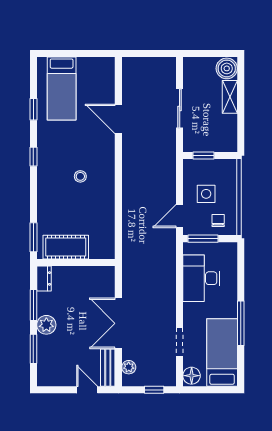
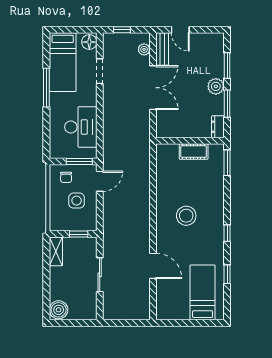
shelving: (230, 97) -> (56, 251), moved
stool: (80, 176) -> (186, 216), width x1.89, depth x1.89
cot: (66, 247) -> (194, 152), width x0.73, depth x0.75

